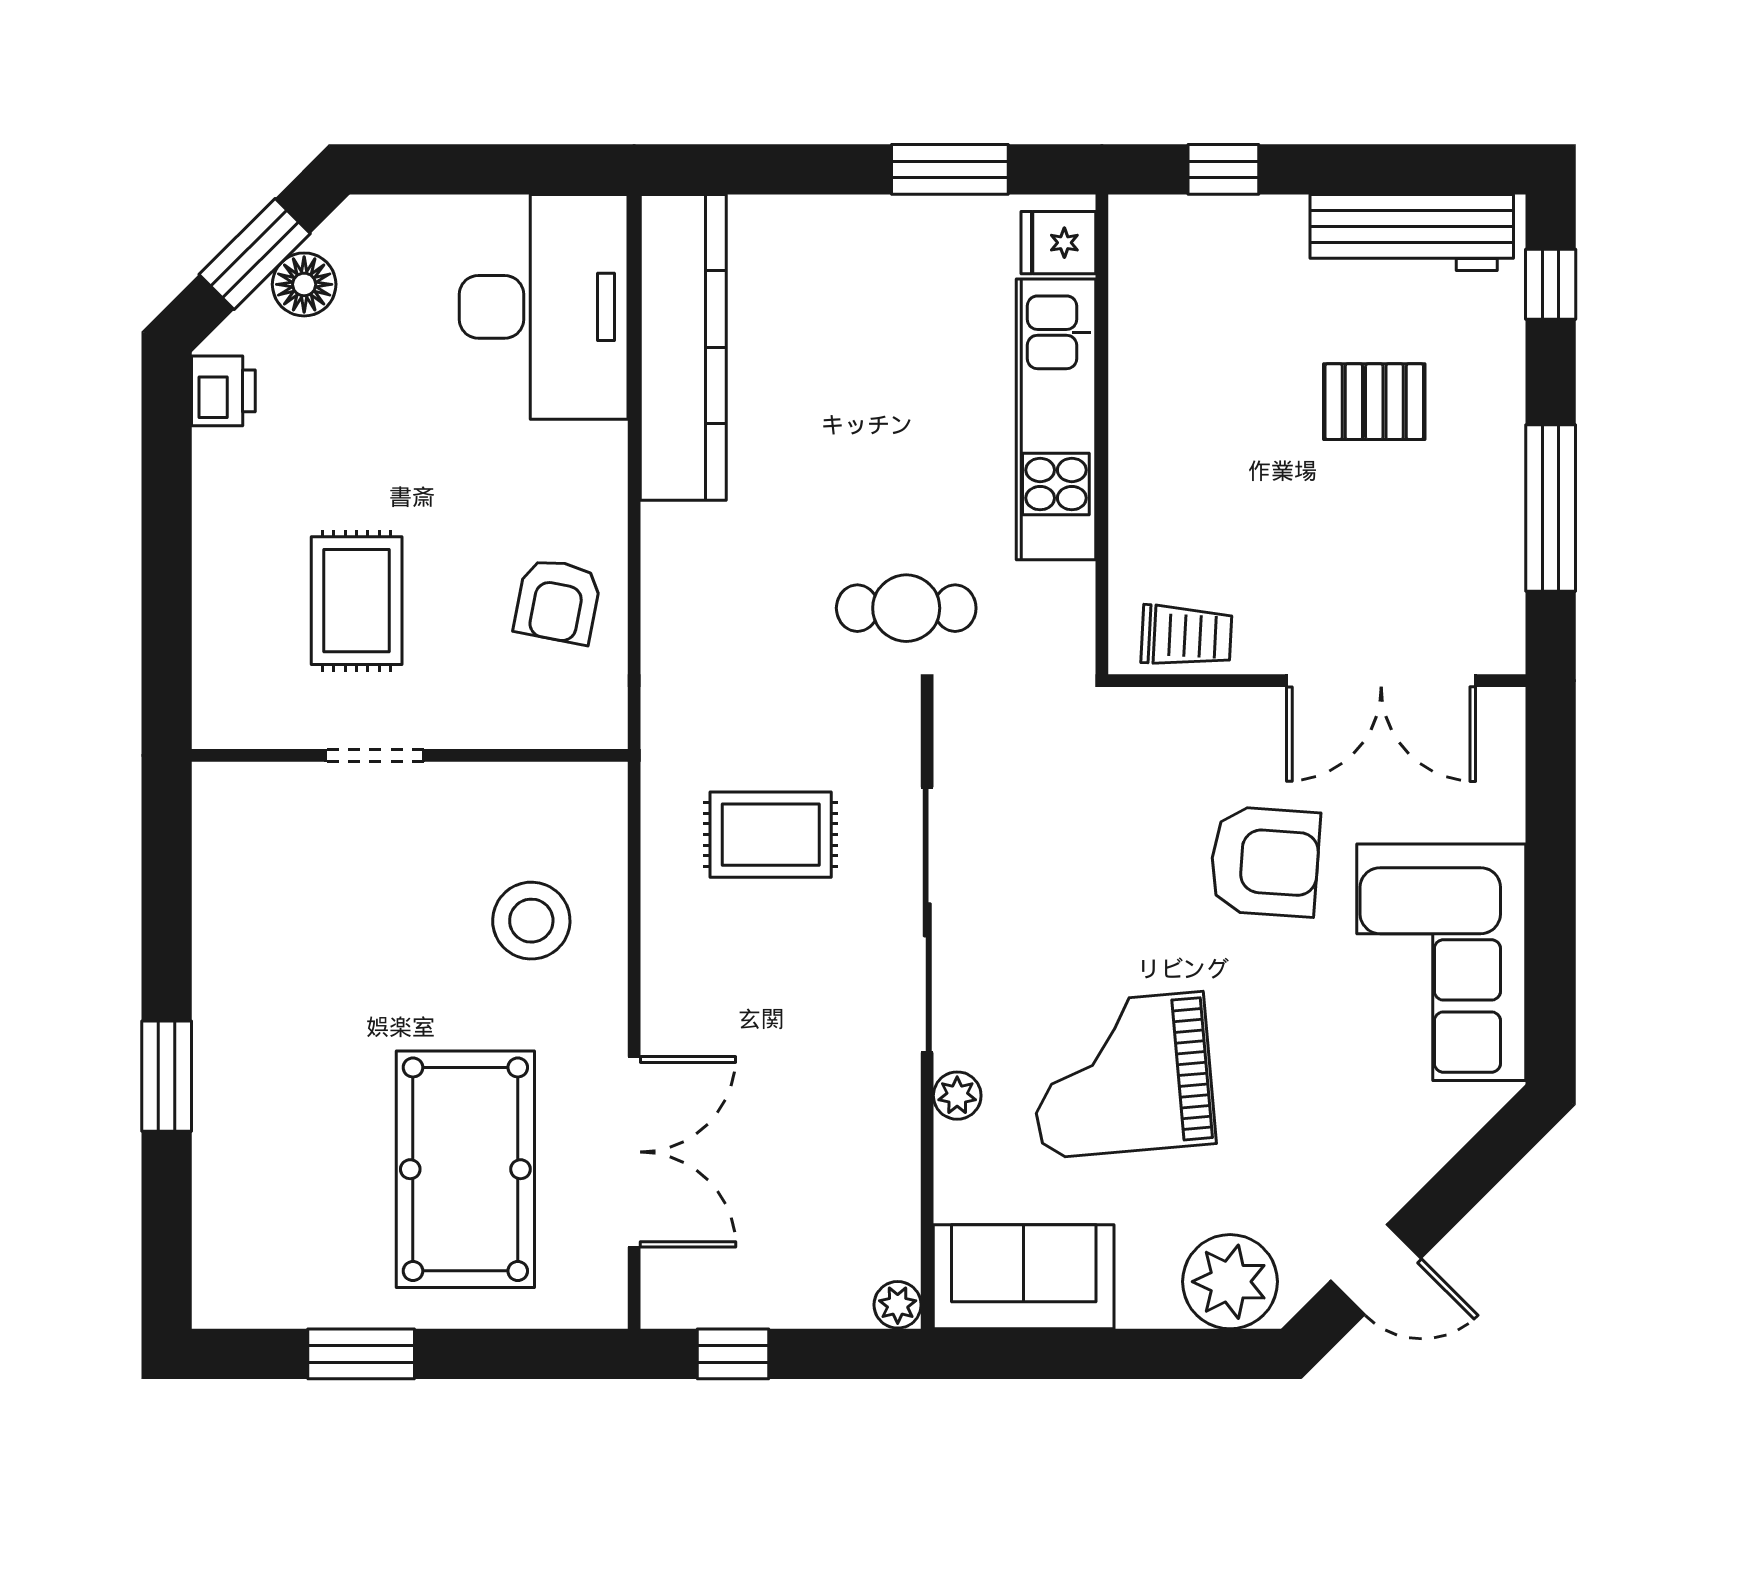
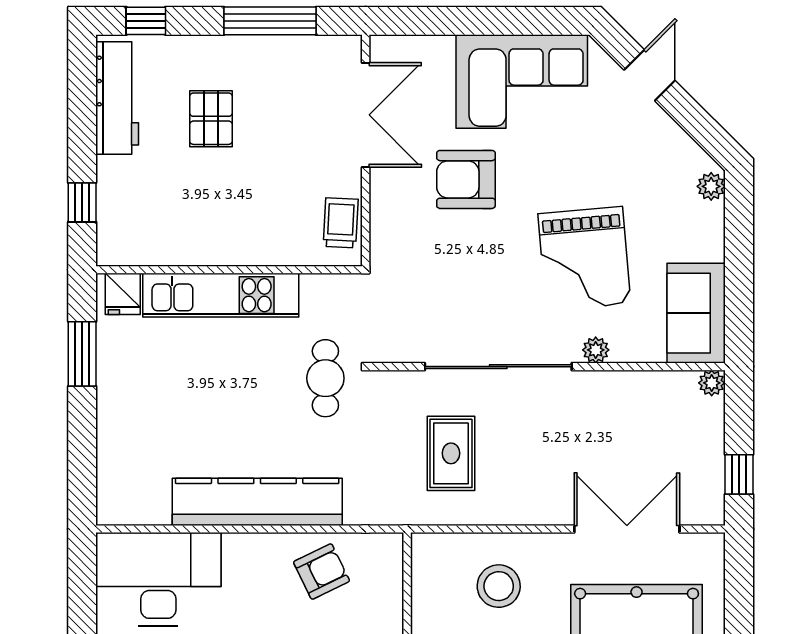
kitchen counter: (683, 347) -> (257, 502), moved
armchair: (558, 601) -> (321, 571), turned -37
armchair: (1265, 862) -> (466, 179), turned -94
door: (1376, 1269) -> (649, 75), moved
plant: (1230, 1282) -> (711, 186), width x0.53, depth x0.53

